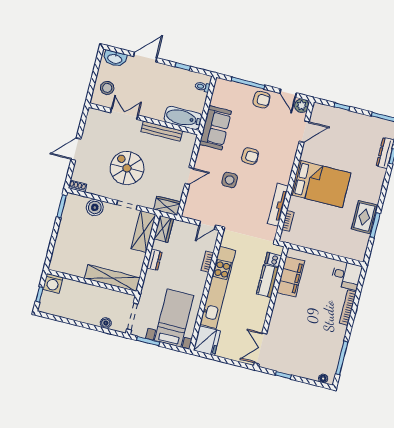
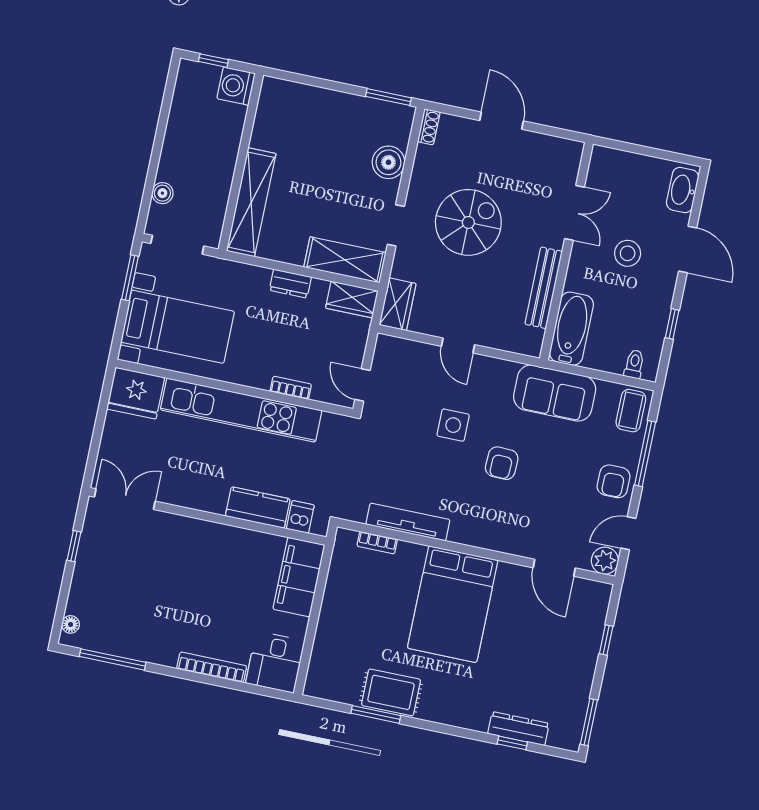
stool: (107, 88) -> (628, 253), moved
coffee table: (226, 89) -> (631, 411), added
filing cabinet: (291, 277) -> (299, 577), moved, turned 90

